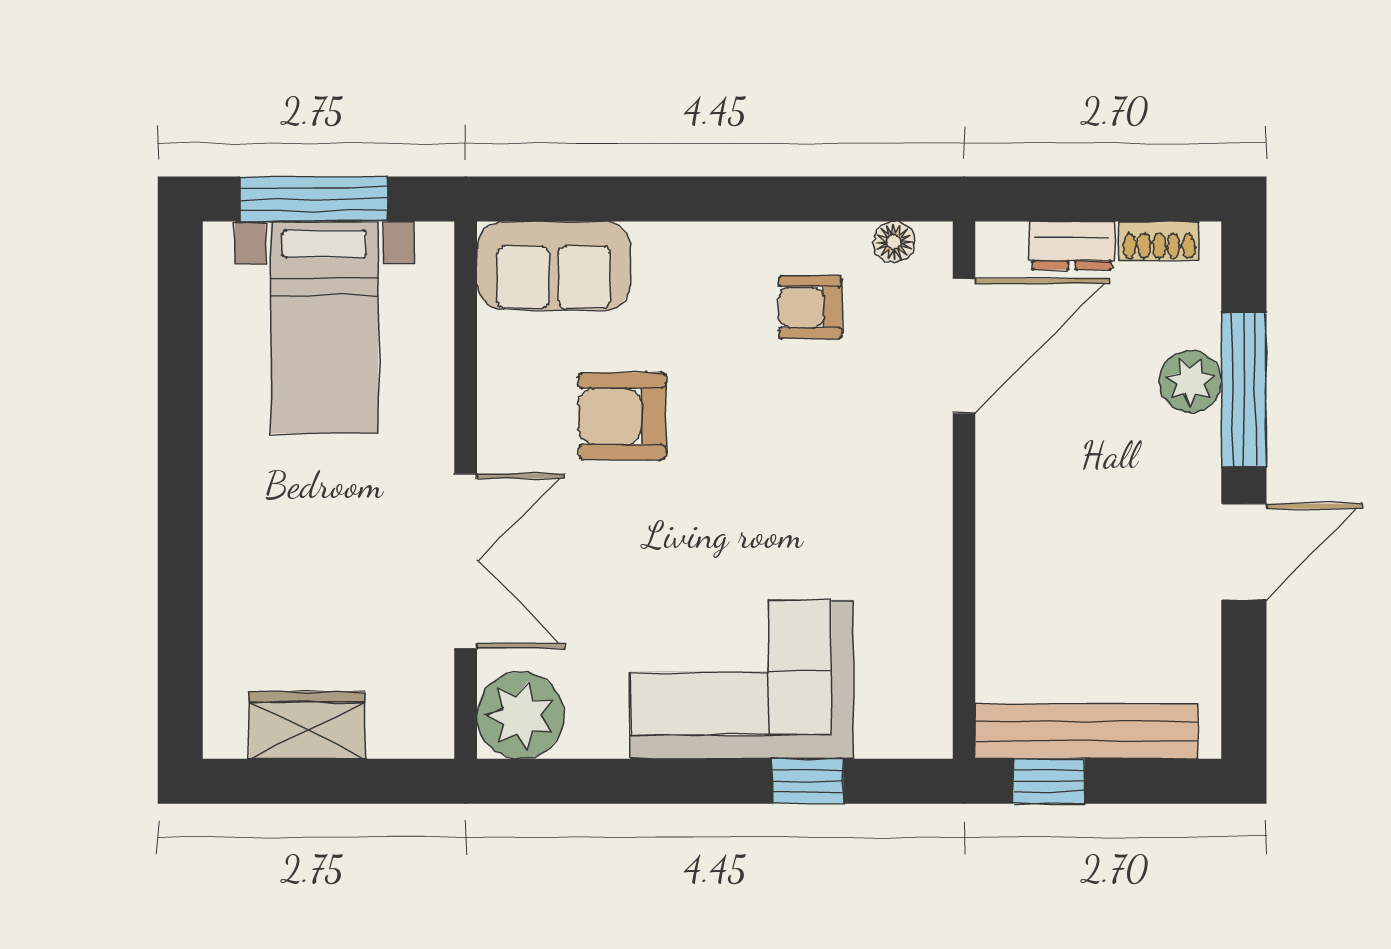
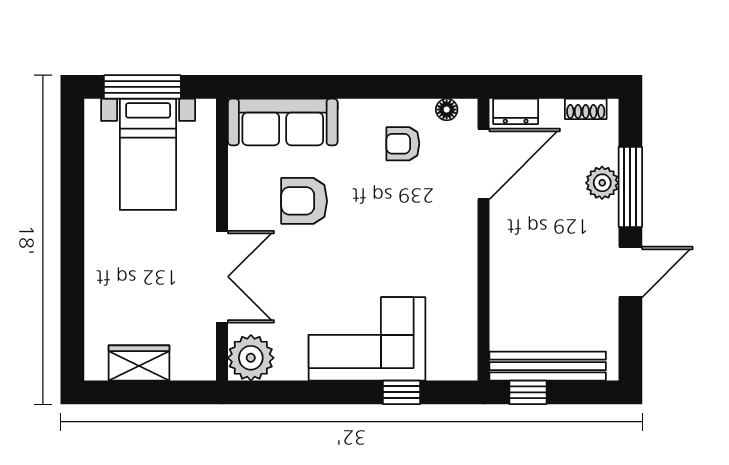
dresser: (1072, 246) -> (516, 111), moved
sofa: (554, 266) -> (283, 122), width x1.36

